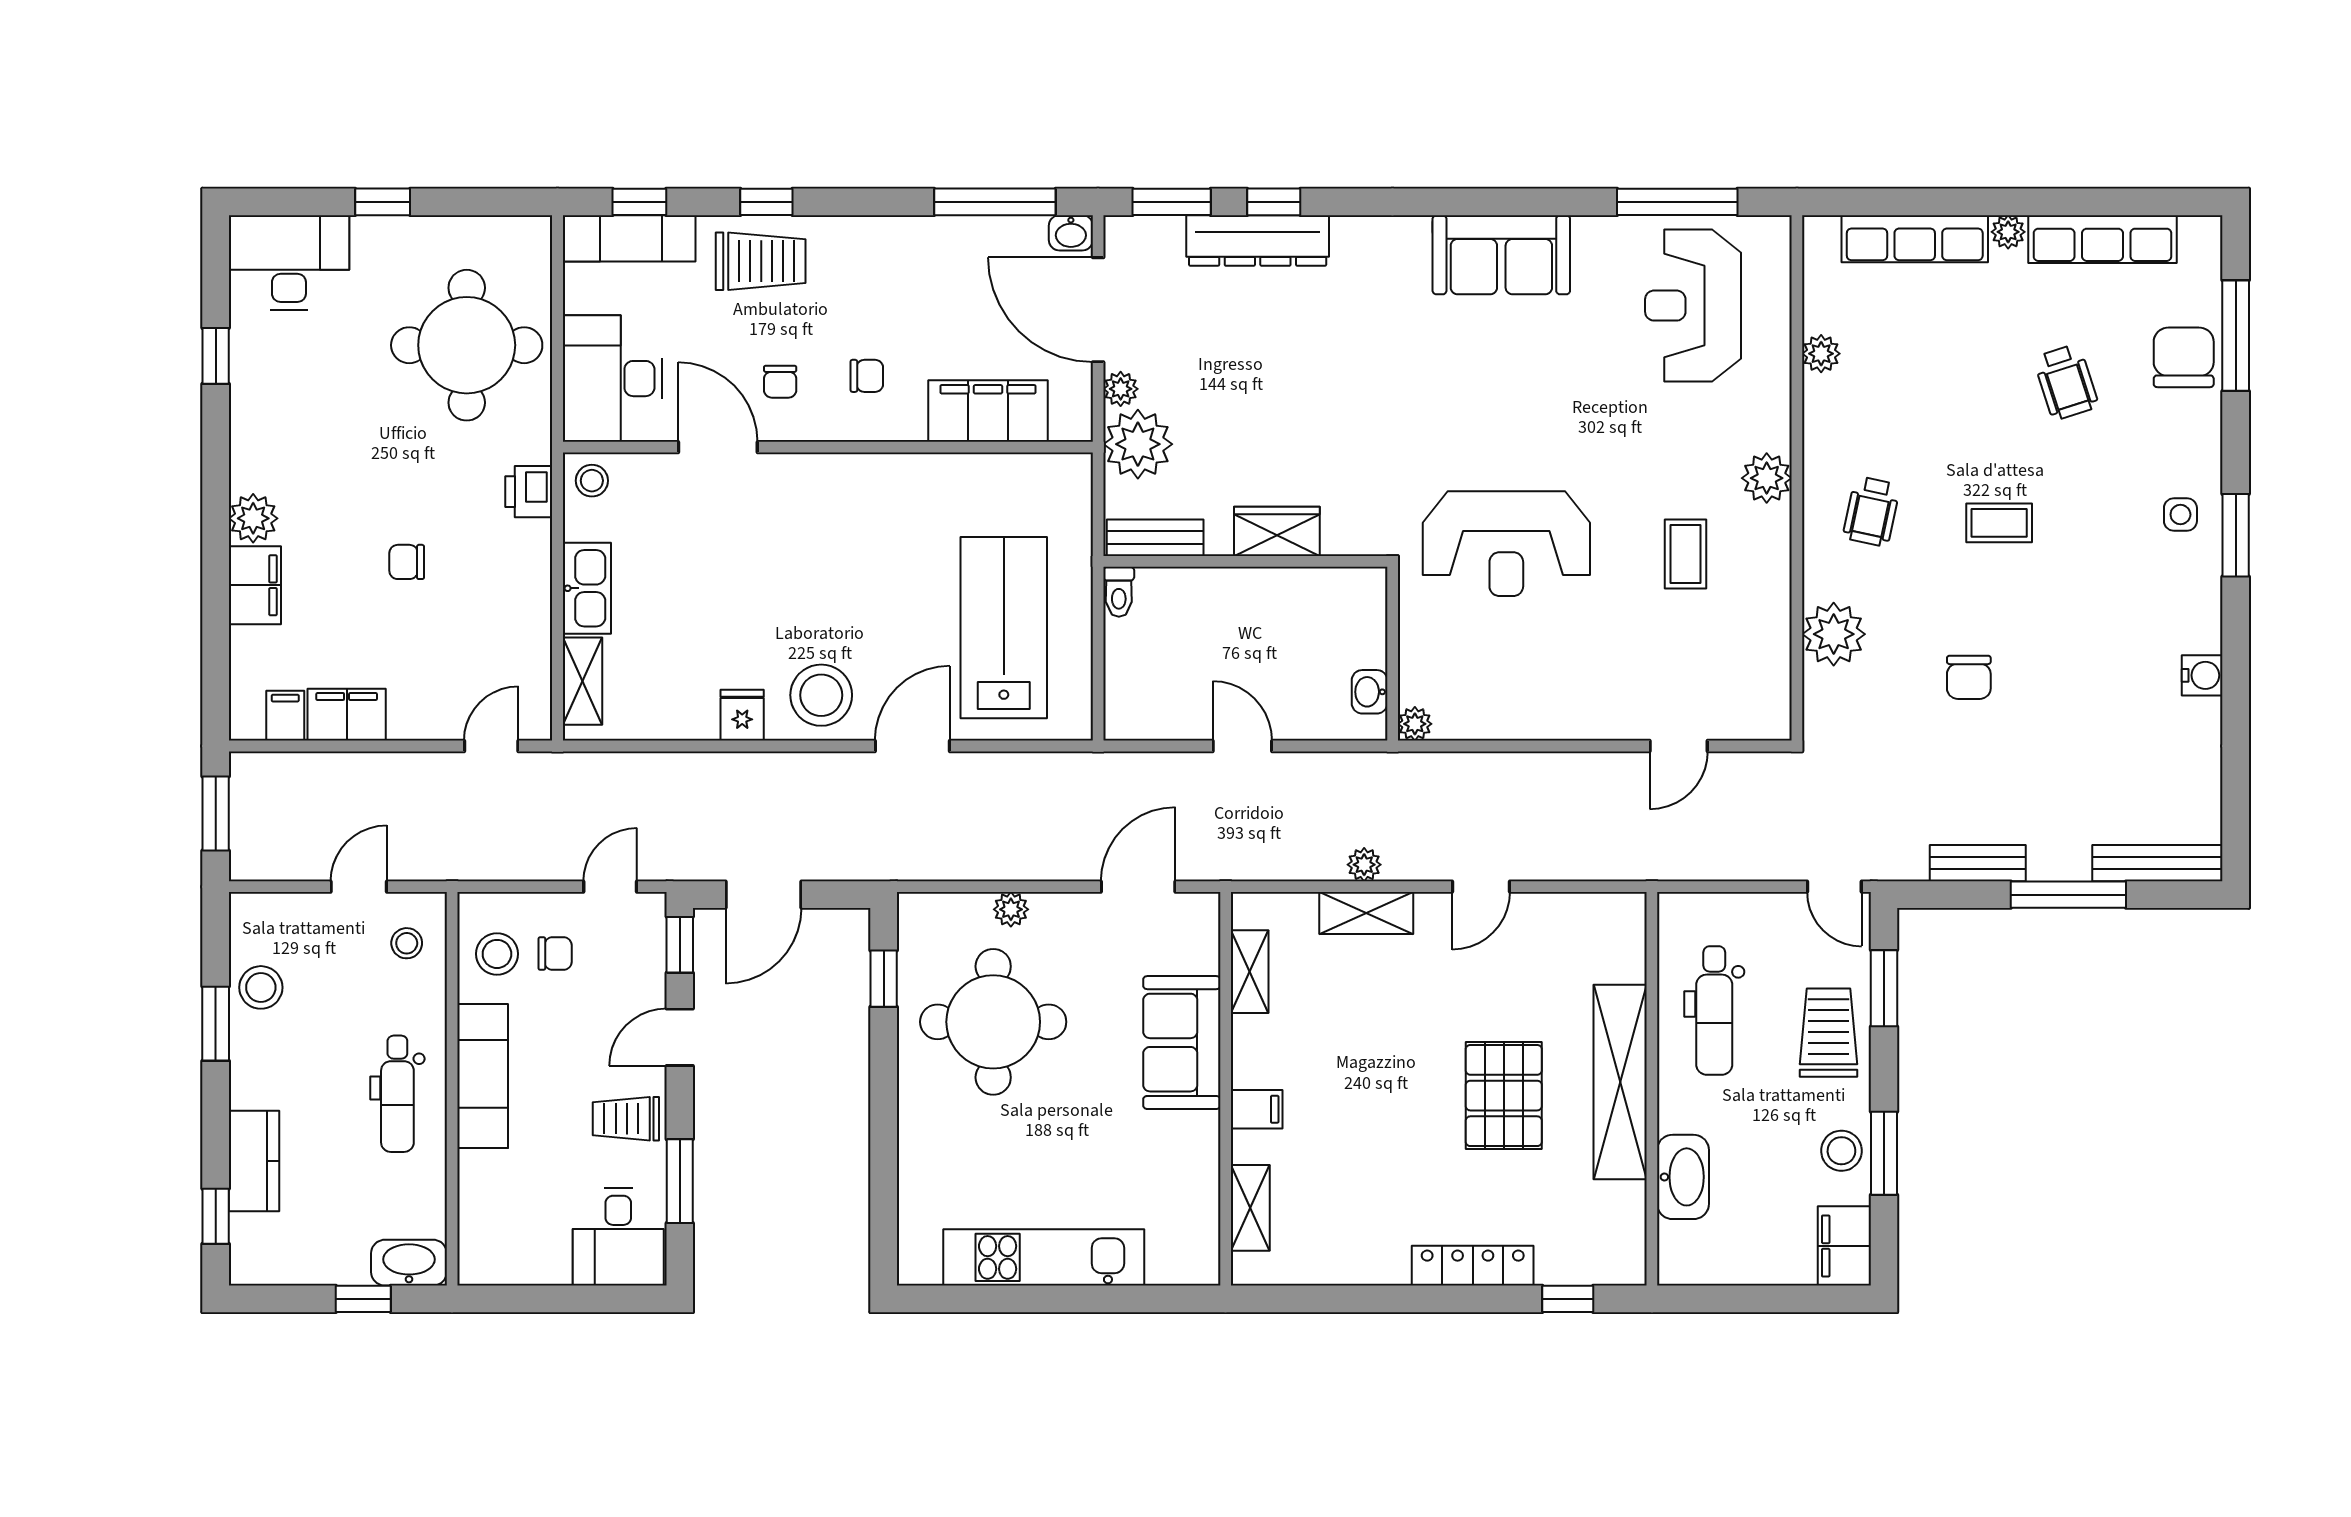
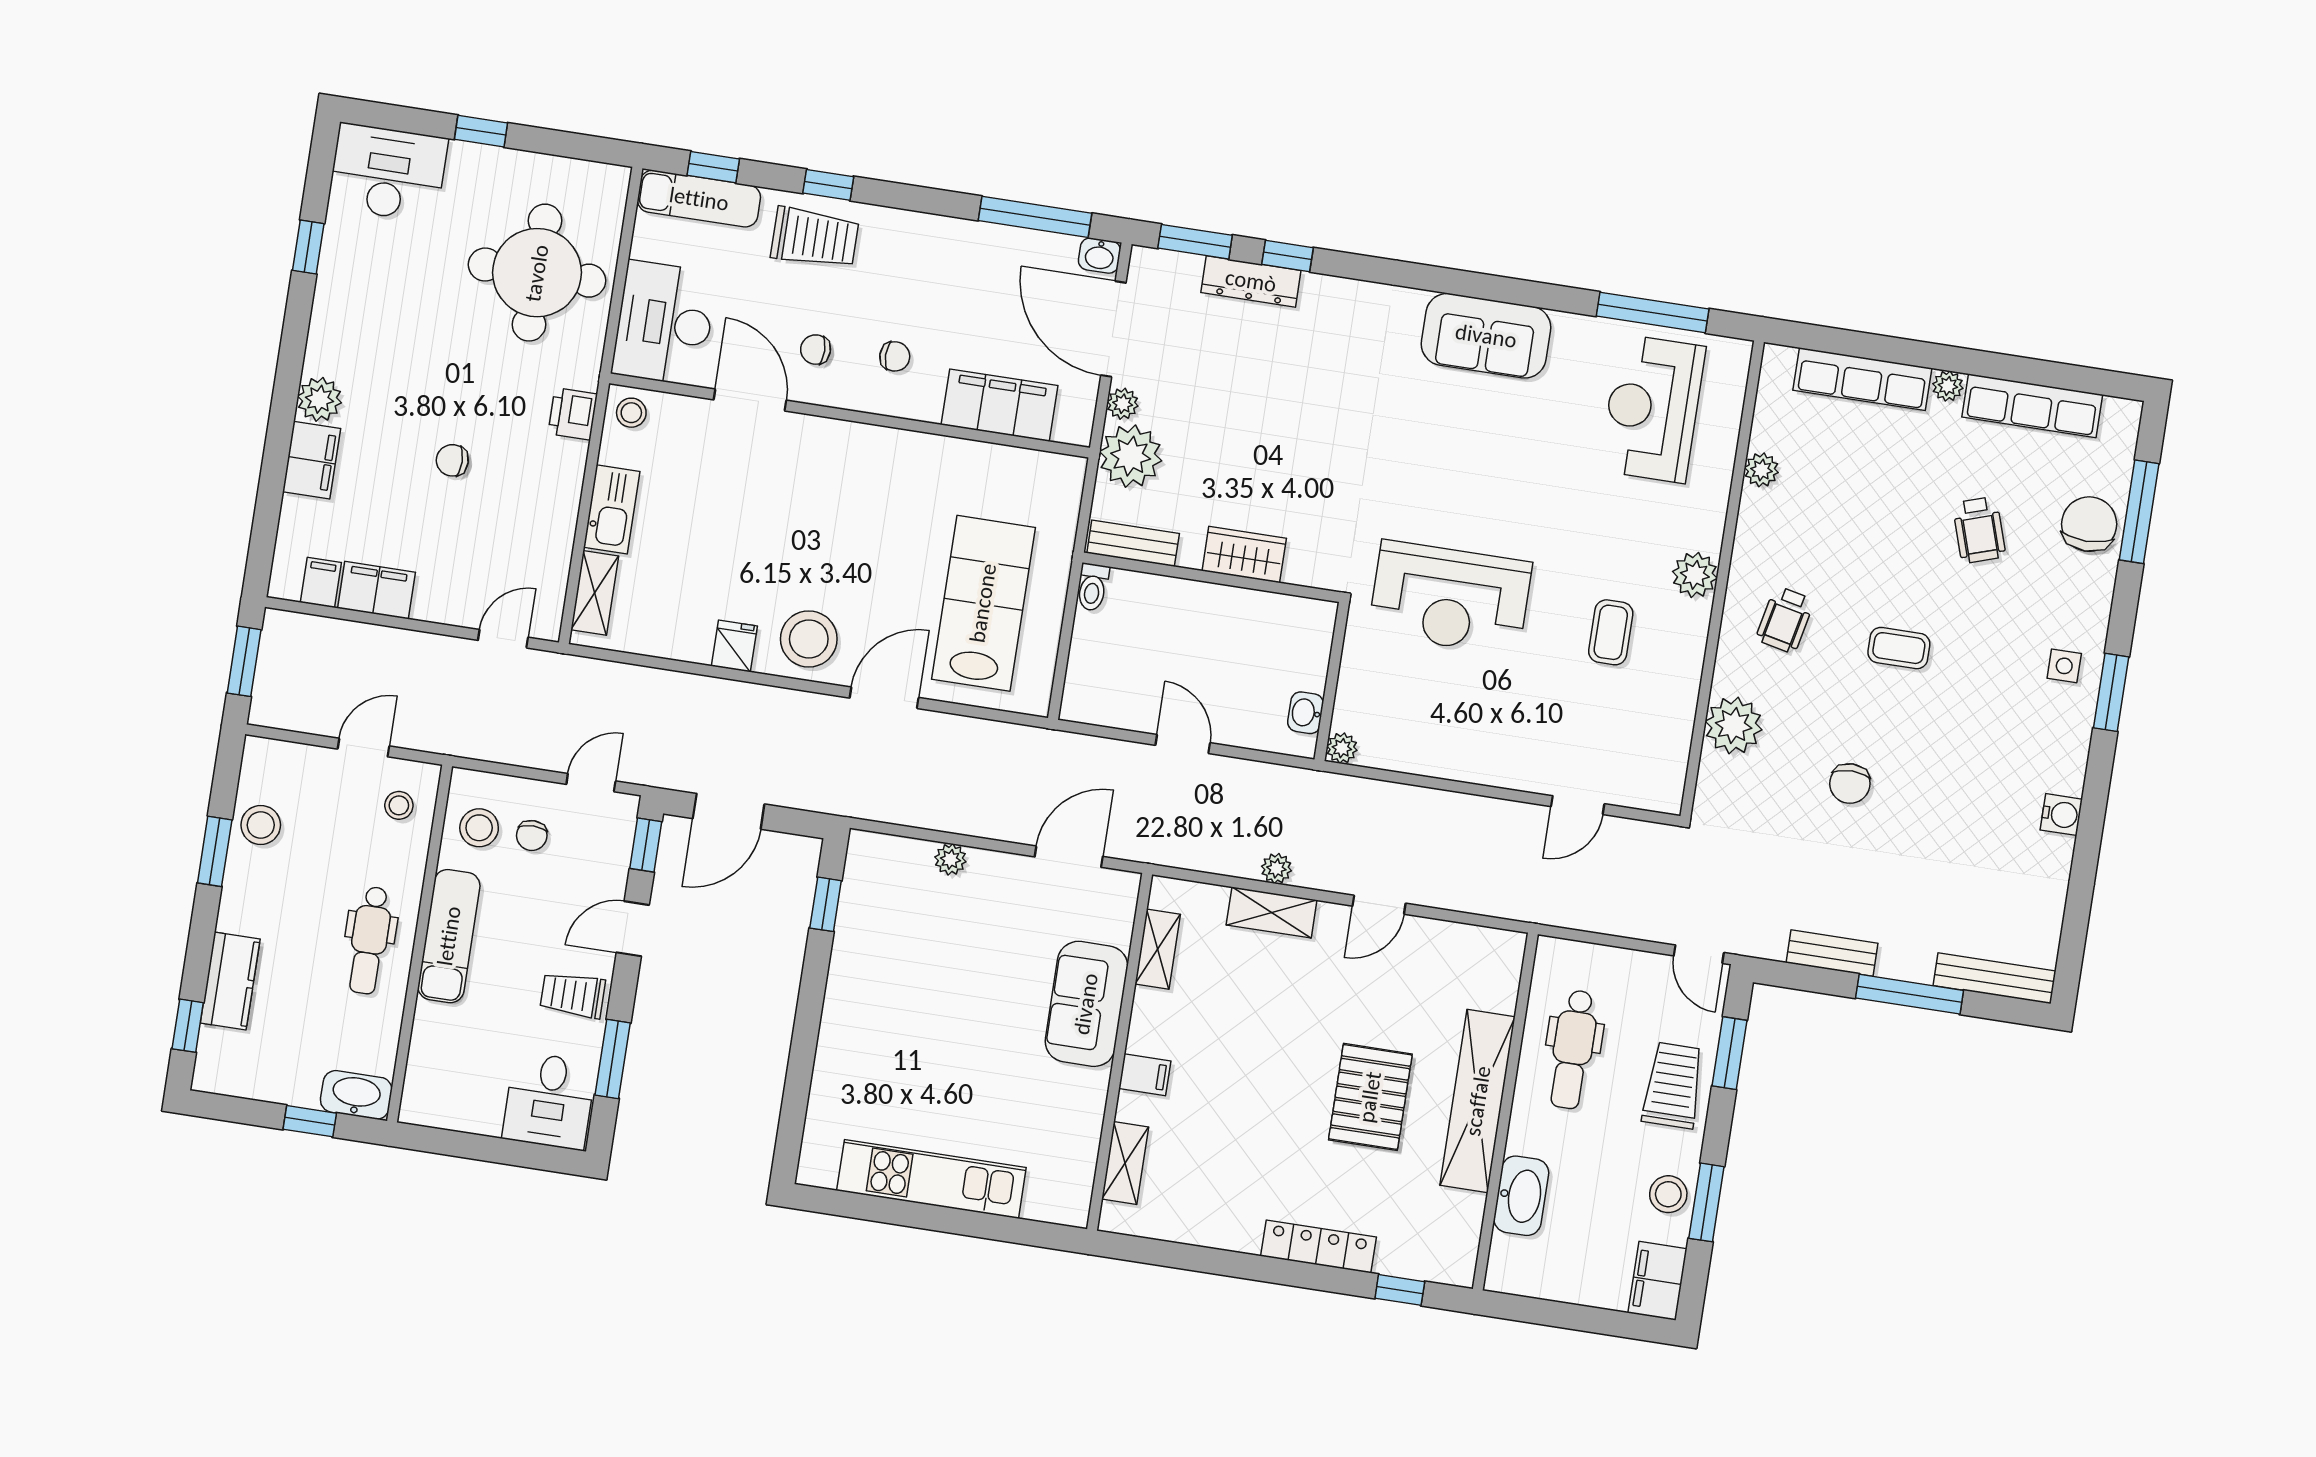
dresser: (1258, 241) -> (1251, 281), width x0.73, depth x0.80
chair: (780, 382) -> (816, 350), turned 90
chair: (555, 954) -> (532, 836), turned 90
round table: (993, 1022) -> (919, 959), removed

